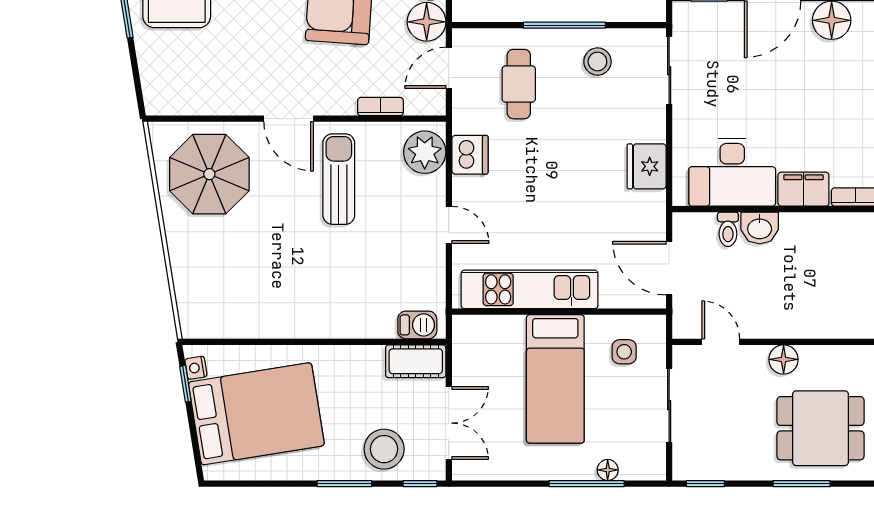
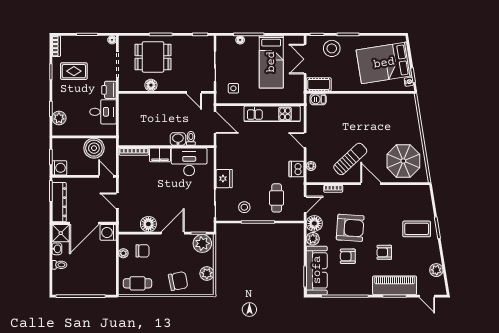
plant: (425, 152) -> (311, 166), width x0.53, depth x0.53
fridge: (647, 166) -> (224, 179), moved
sun lounger: (339, 179) -> (350, 159), turned -133
floor lamp: (784, 359) -> (151, 85), moved
bed: (555, 379) -> (271, 62), moved, turned 180

